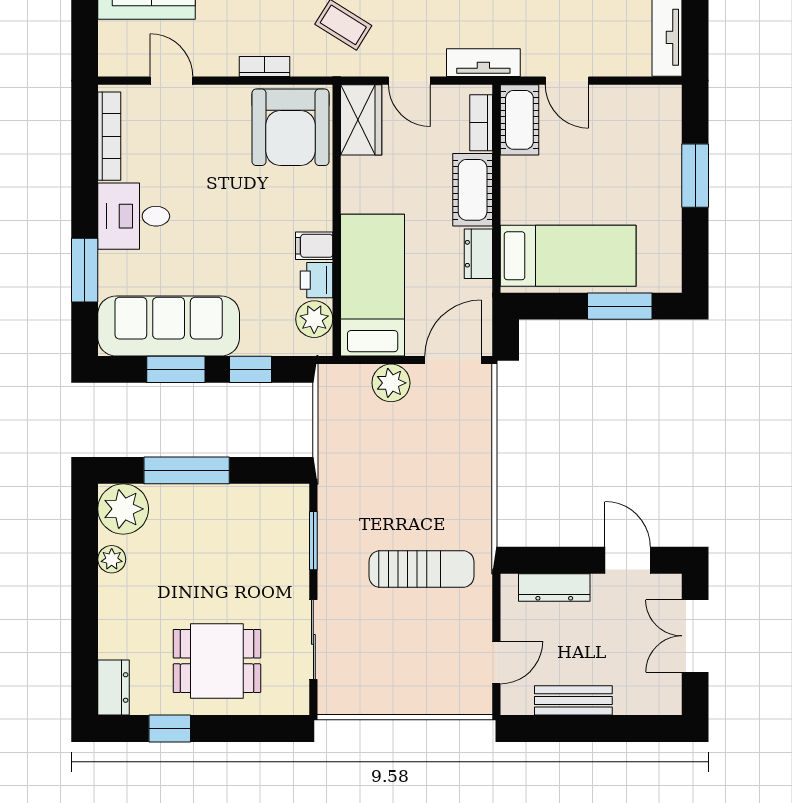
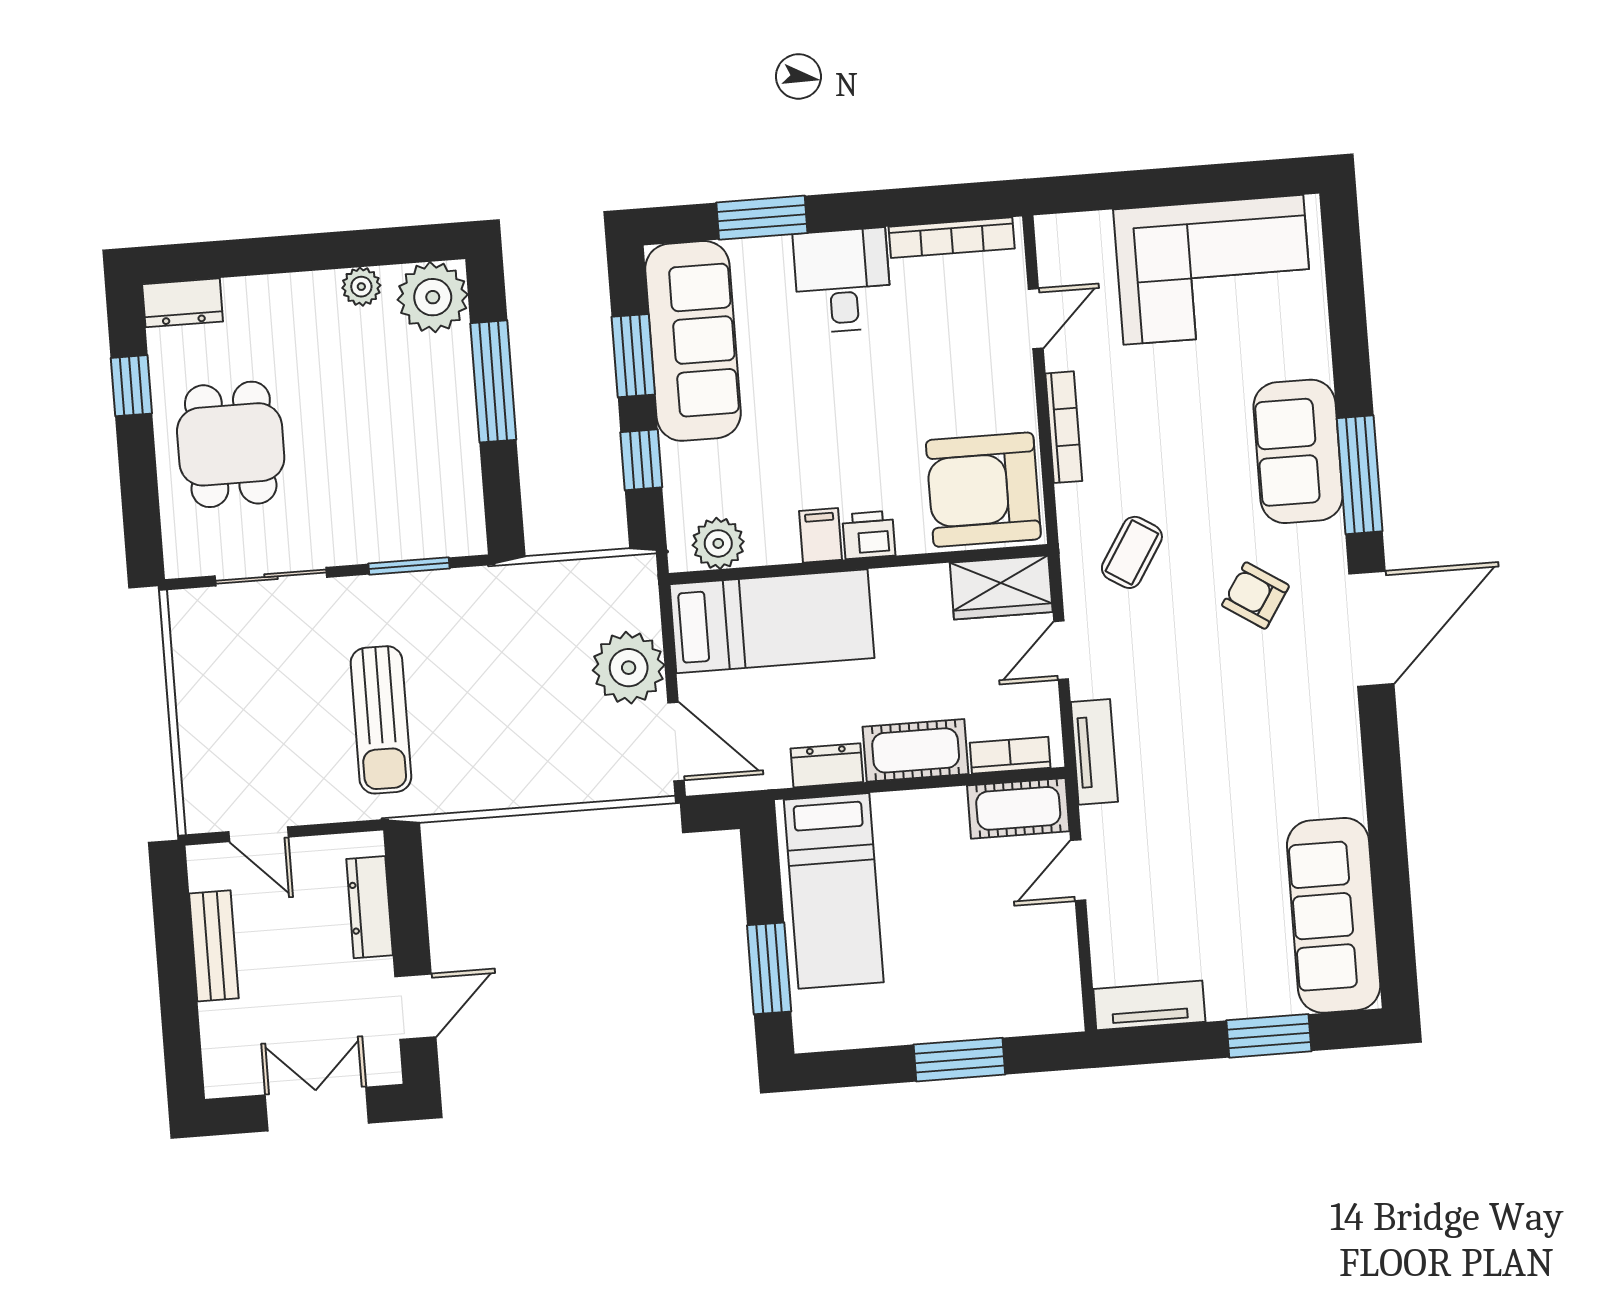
bookcase: (265, 67) -> (1064, 427), width x1.56
printer: (316, 280) -> (869, 535), moved
plant: (391, 383) -> (629, 668), width x1.36, depth x1.36

